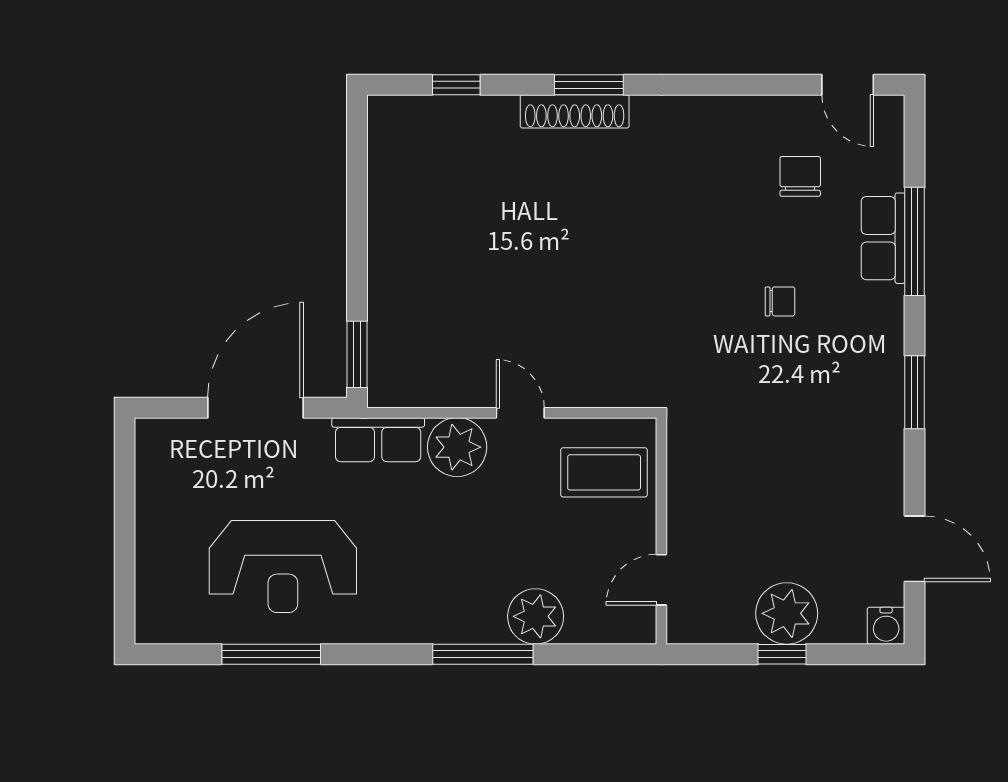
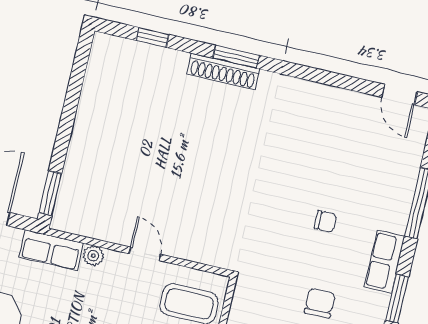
chair: (800, 176) -> (320, 303), moved
row of seats: (883, 238) -> (384, 262), moved
plant: (457, 447) -> (93, 256), width x0.53, depth x0.53

